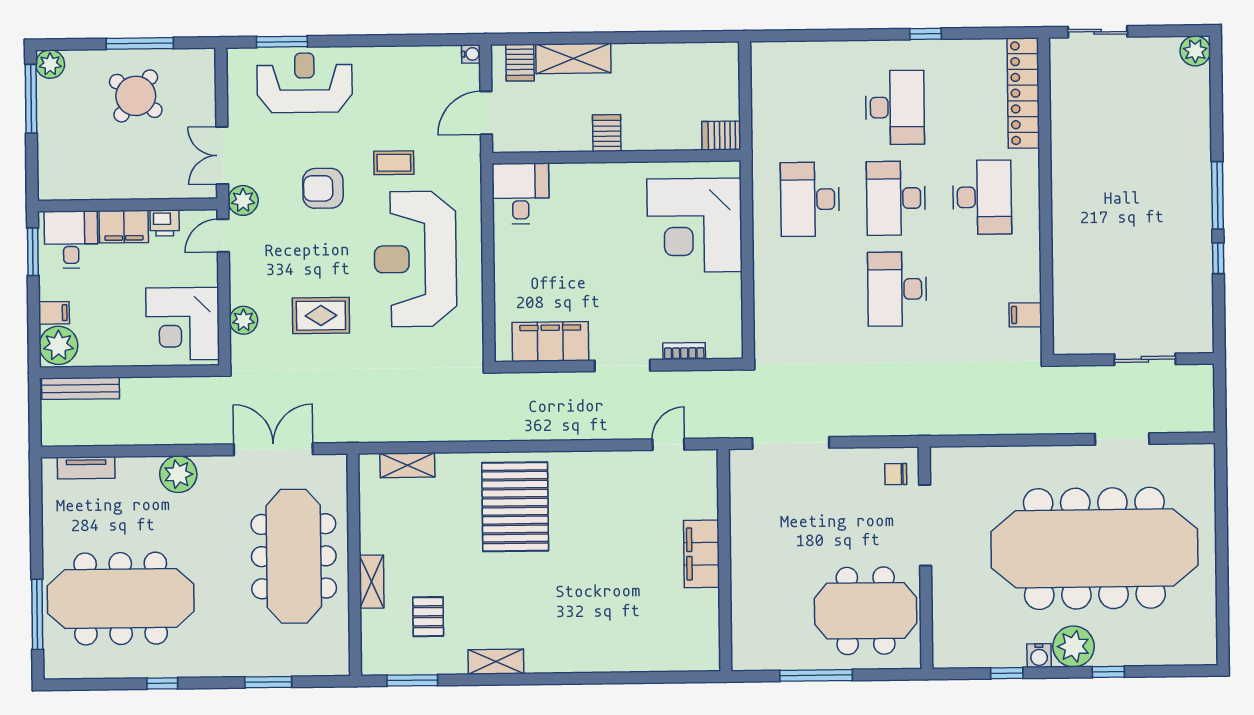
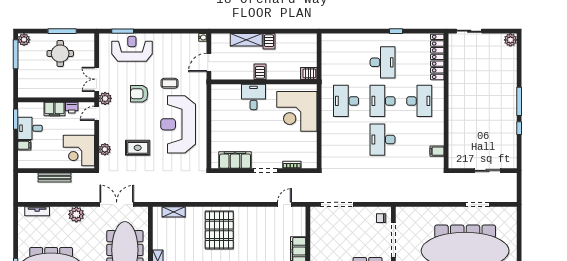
server rack: (520, 63) -> (269, 41), moved
round table: (136, 96) -> (60, 54), turned -38
desk: (521, 193) -> (254, 97), moved
desk: (71, 240) -> (30, 128), moved, turned -90
plant: (58, 345) -> (26, 159), removed
bench: (81, 388) -> (54, 177), moved

